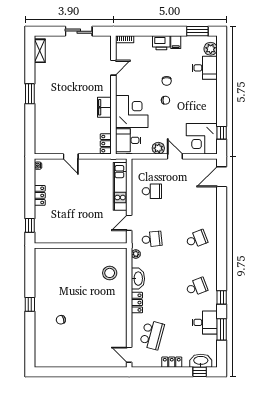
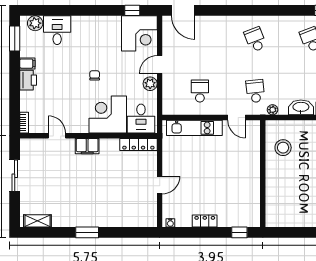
chair: (167, 81) -> (72, 74), removed
filing cabinet: (104, 107) -> (87, 146), moved
locker: (106, 144) -> (138, 145), width x1.53
stool: (110, 273) -> (283, 148), moved

